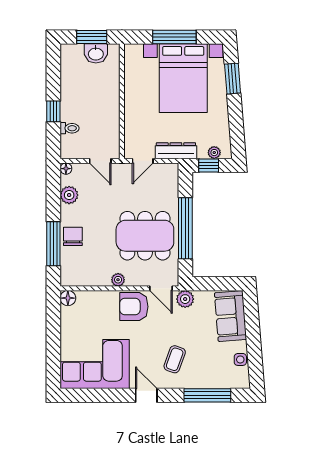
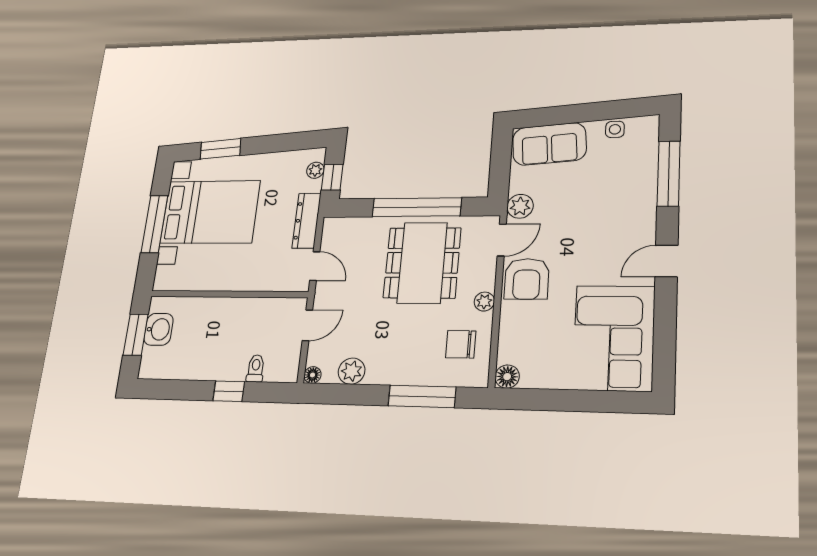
chair: (73, 236) -> (461, 344), moved
coffee table: (175, 359) -> (611, 220), removed

